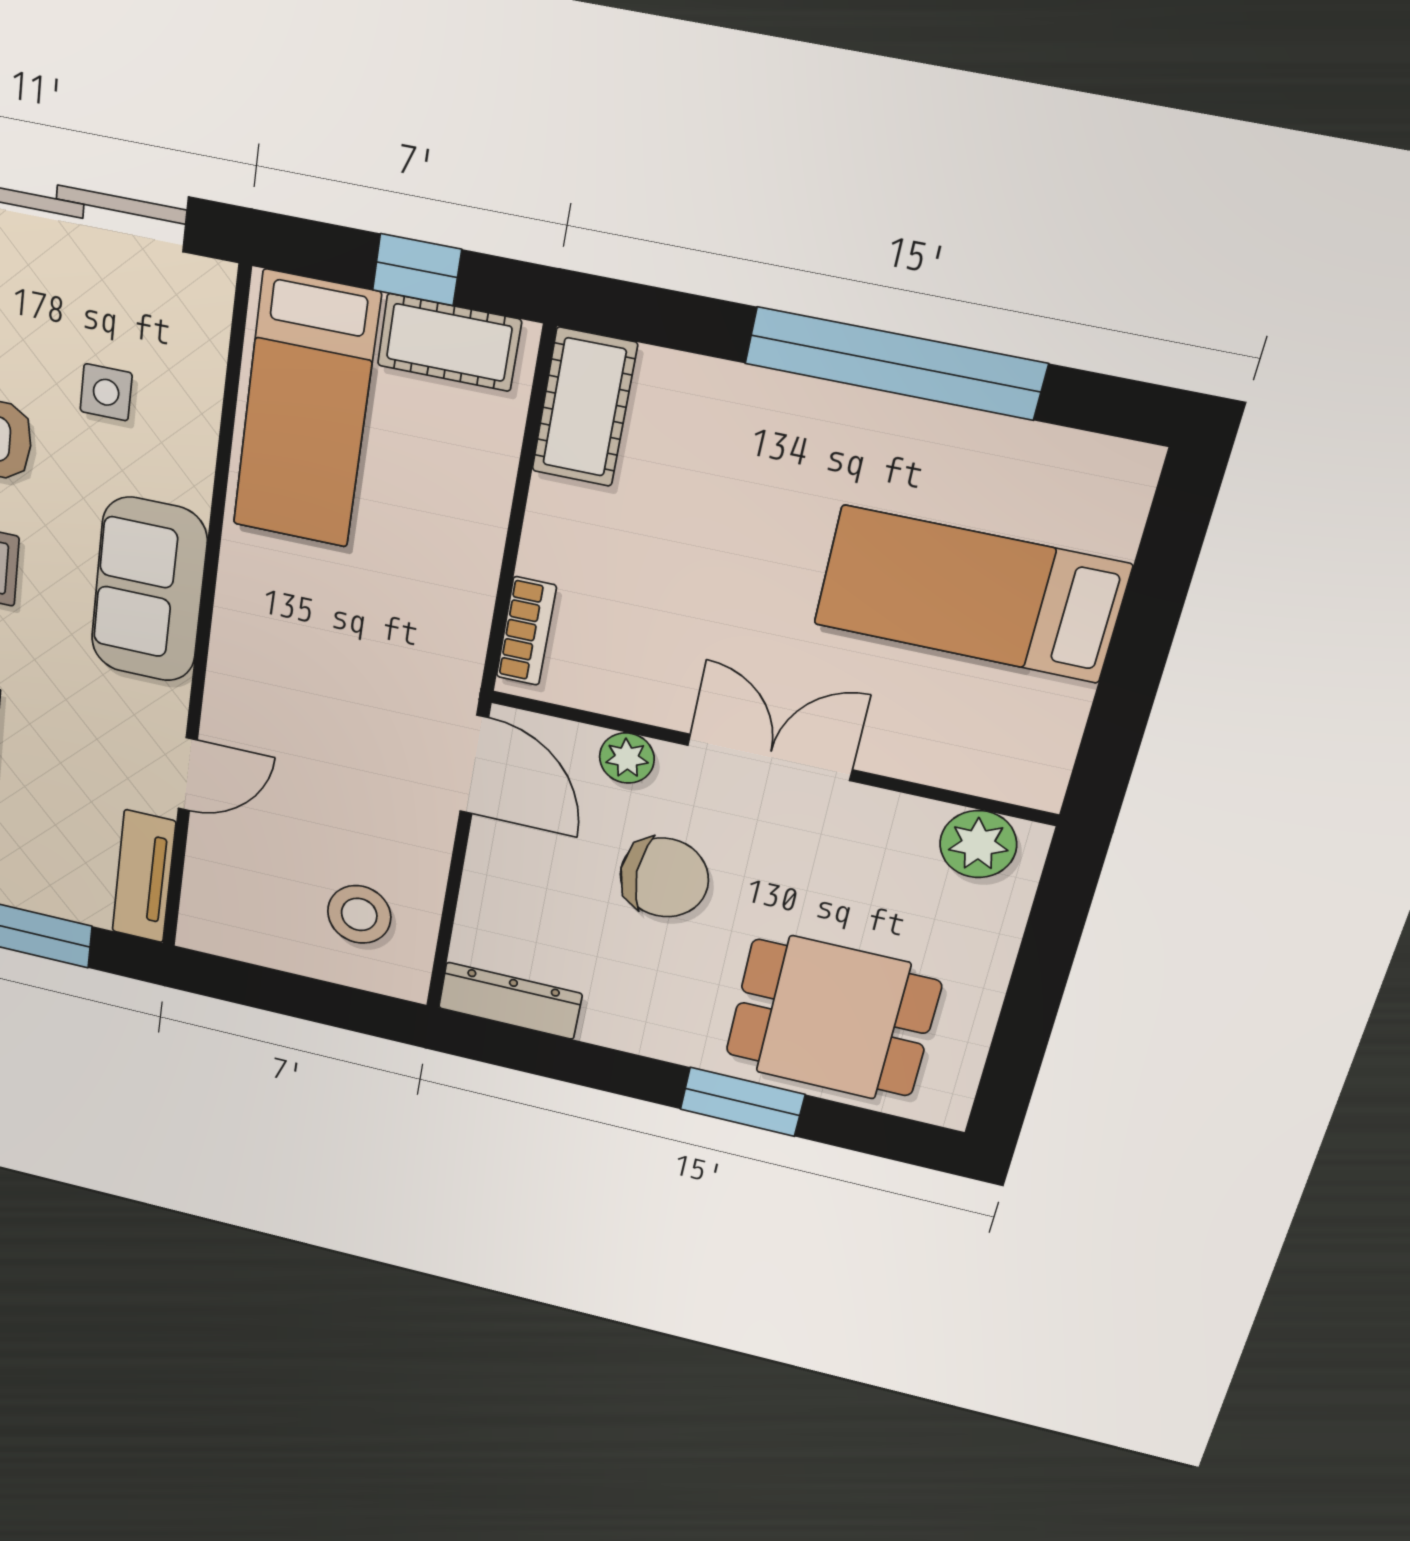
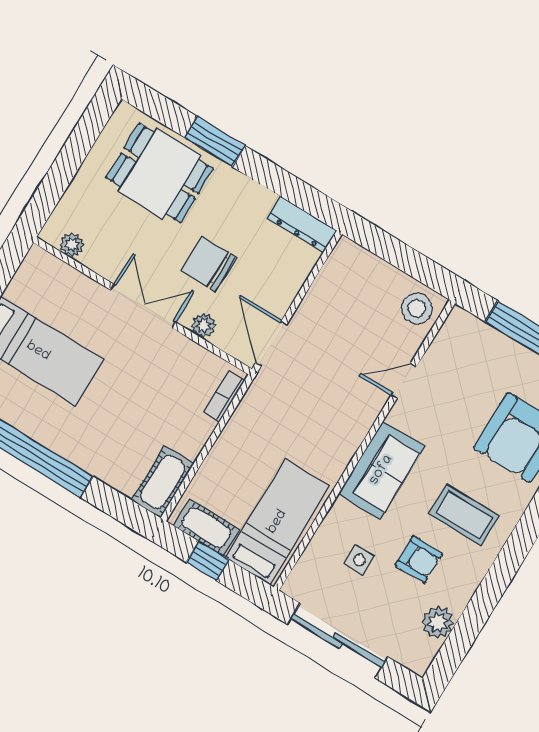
double door: (770, 757) -> (143, 306), swing flipped
plant: (978, 844) -> (72, 245), width x0.73, depth x0.73
tv unit: (144, 877) -> (448, 339), removed
stool: (359, 914) -> (417, 308), moved

